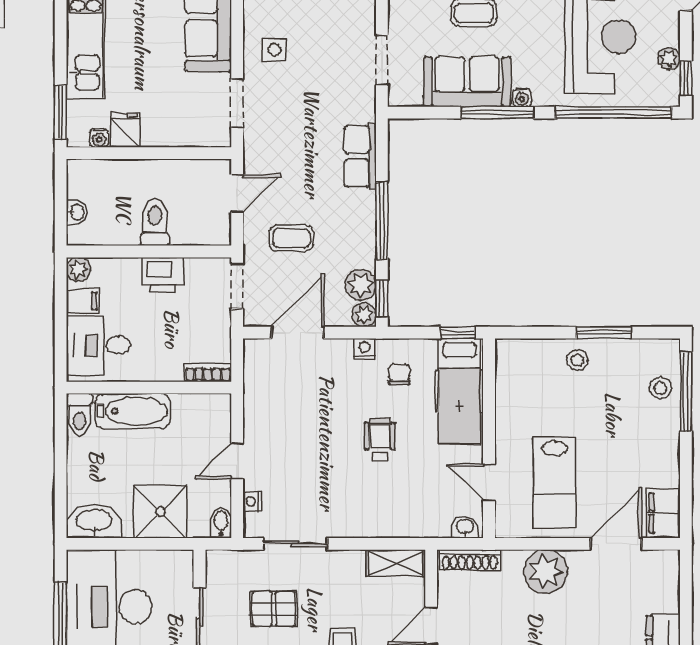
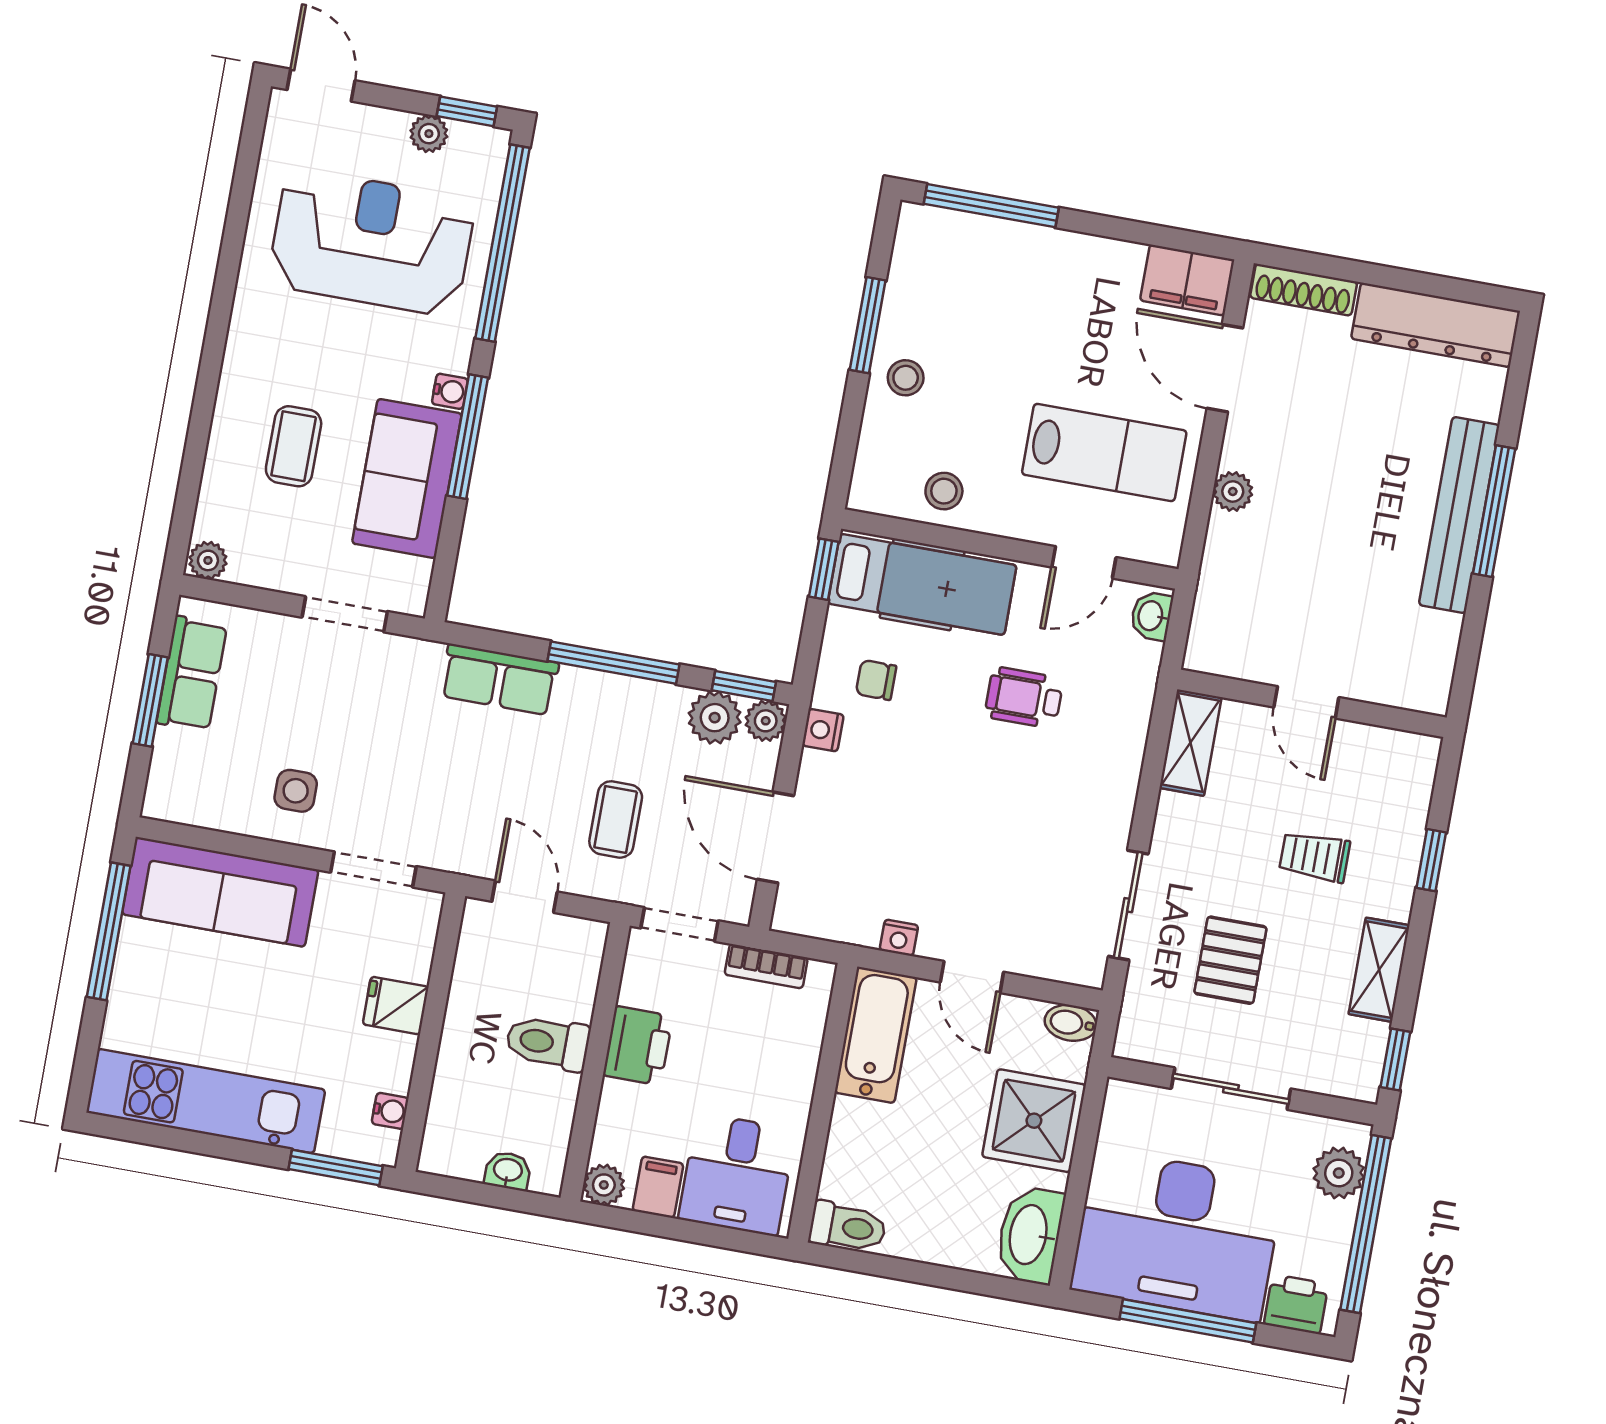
fridge: (125, 130) -> (396, 1006), moved
bookcase: (208, 372) -> (766, 966), moved, turned -90
stool: (660, 388) -> (944, 491), moved
bathtub: (133, 411) -> (876, 1035), moved
wheelchair: (380, 439) -> (1024, 698), moved
nightstand: (252, 502) -> (899, 938), moved
shoe rack: (470, 560) -> (1304, 290), moved, turned 90
plant: (546, 572) -> (1233, 491), width x0.53, depth x0.53

